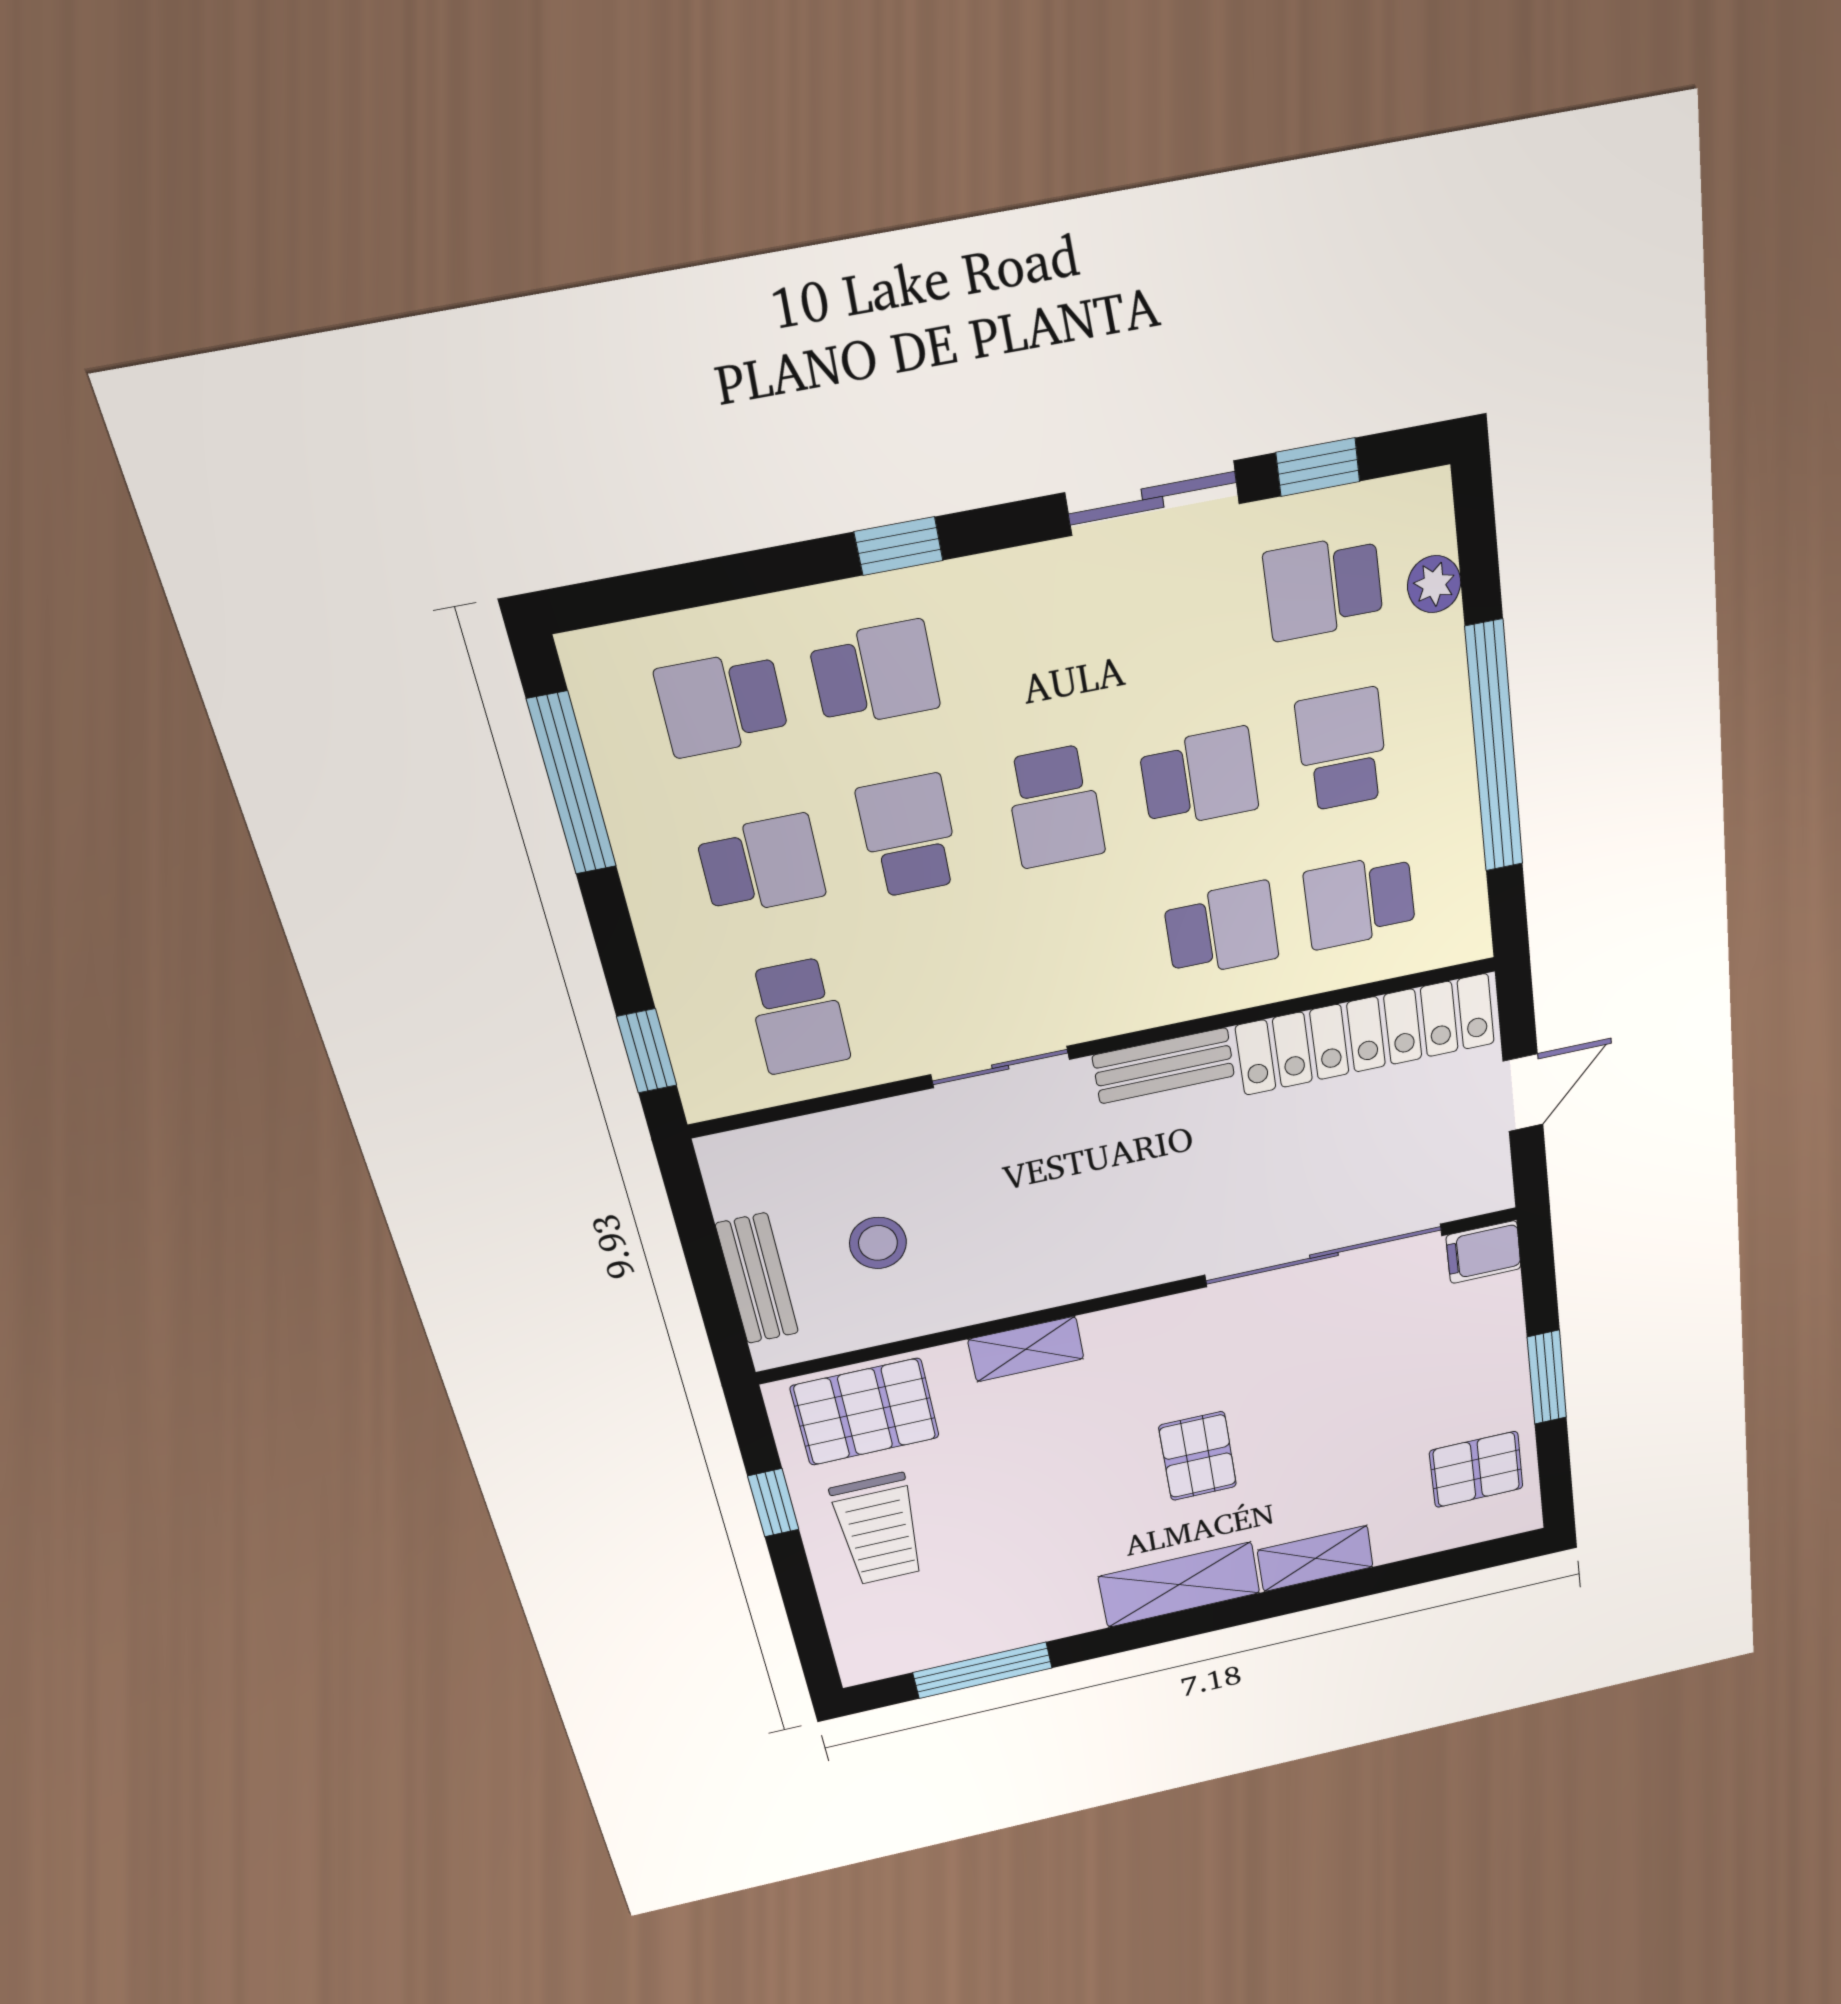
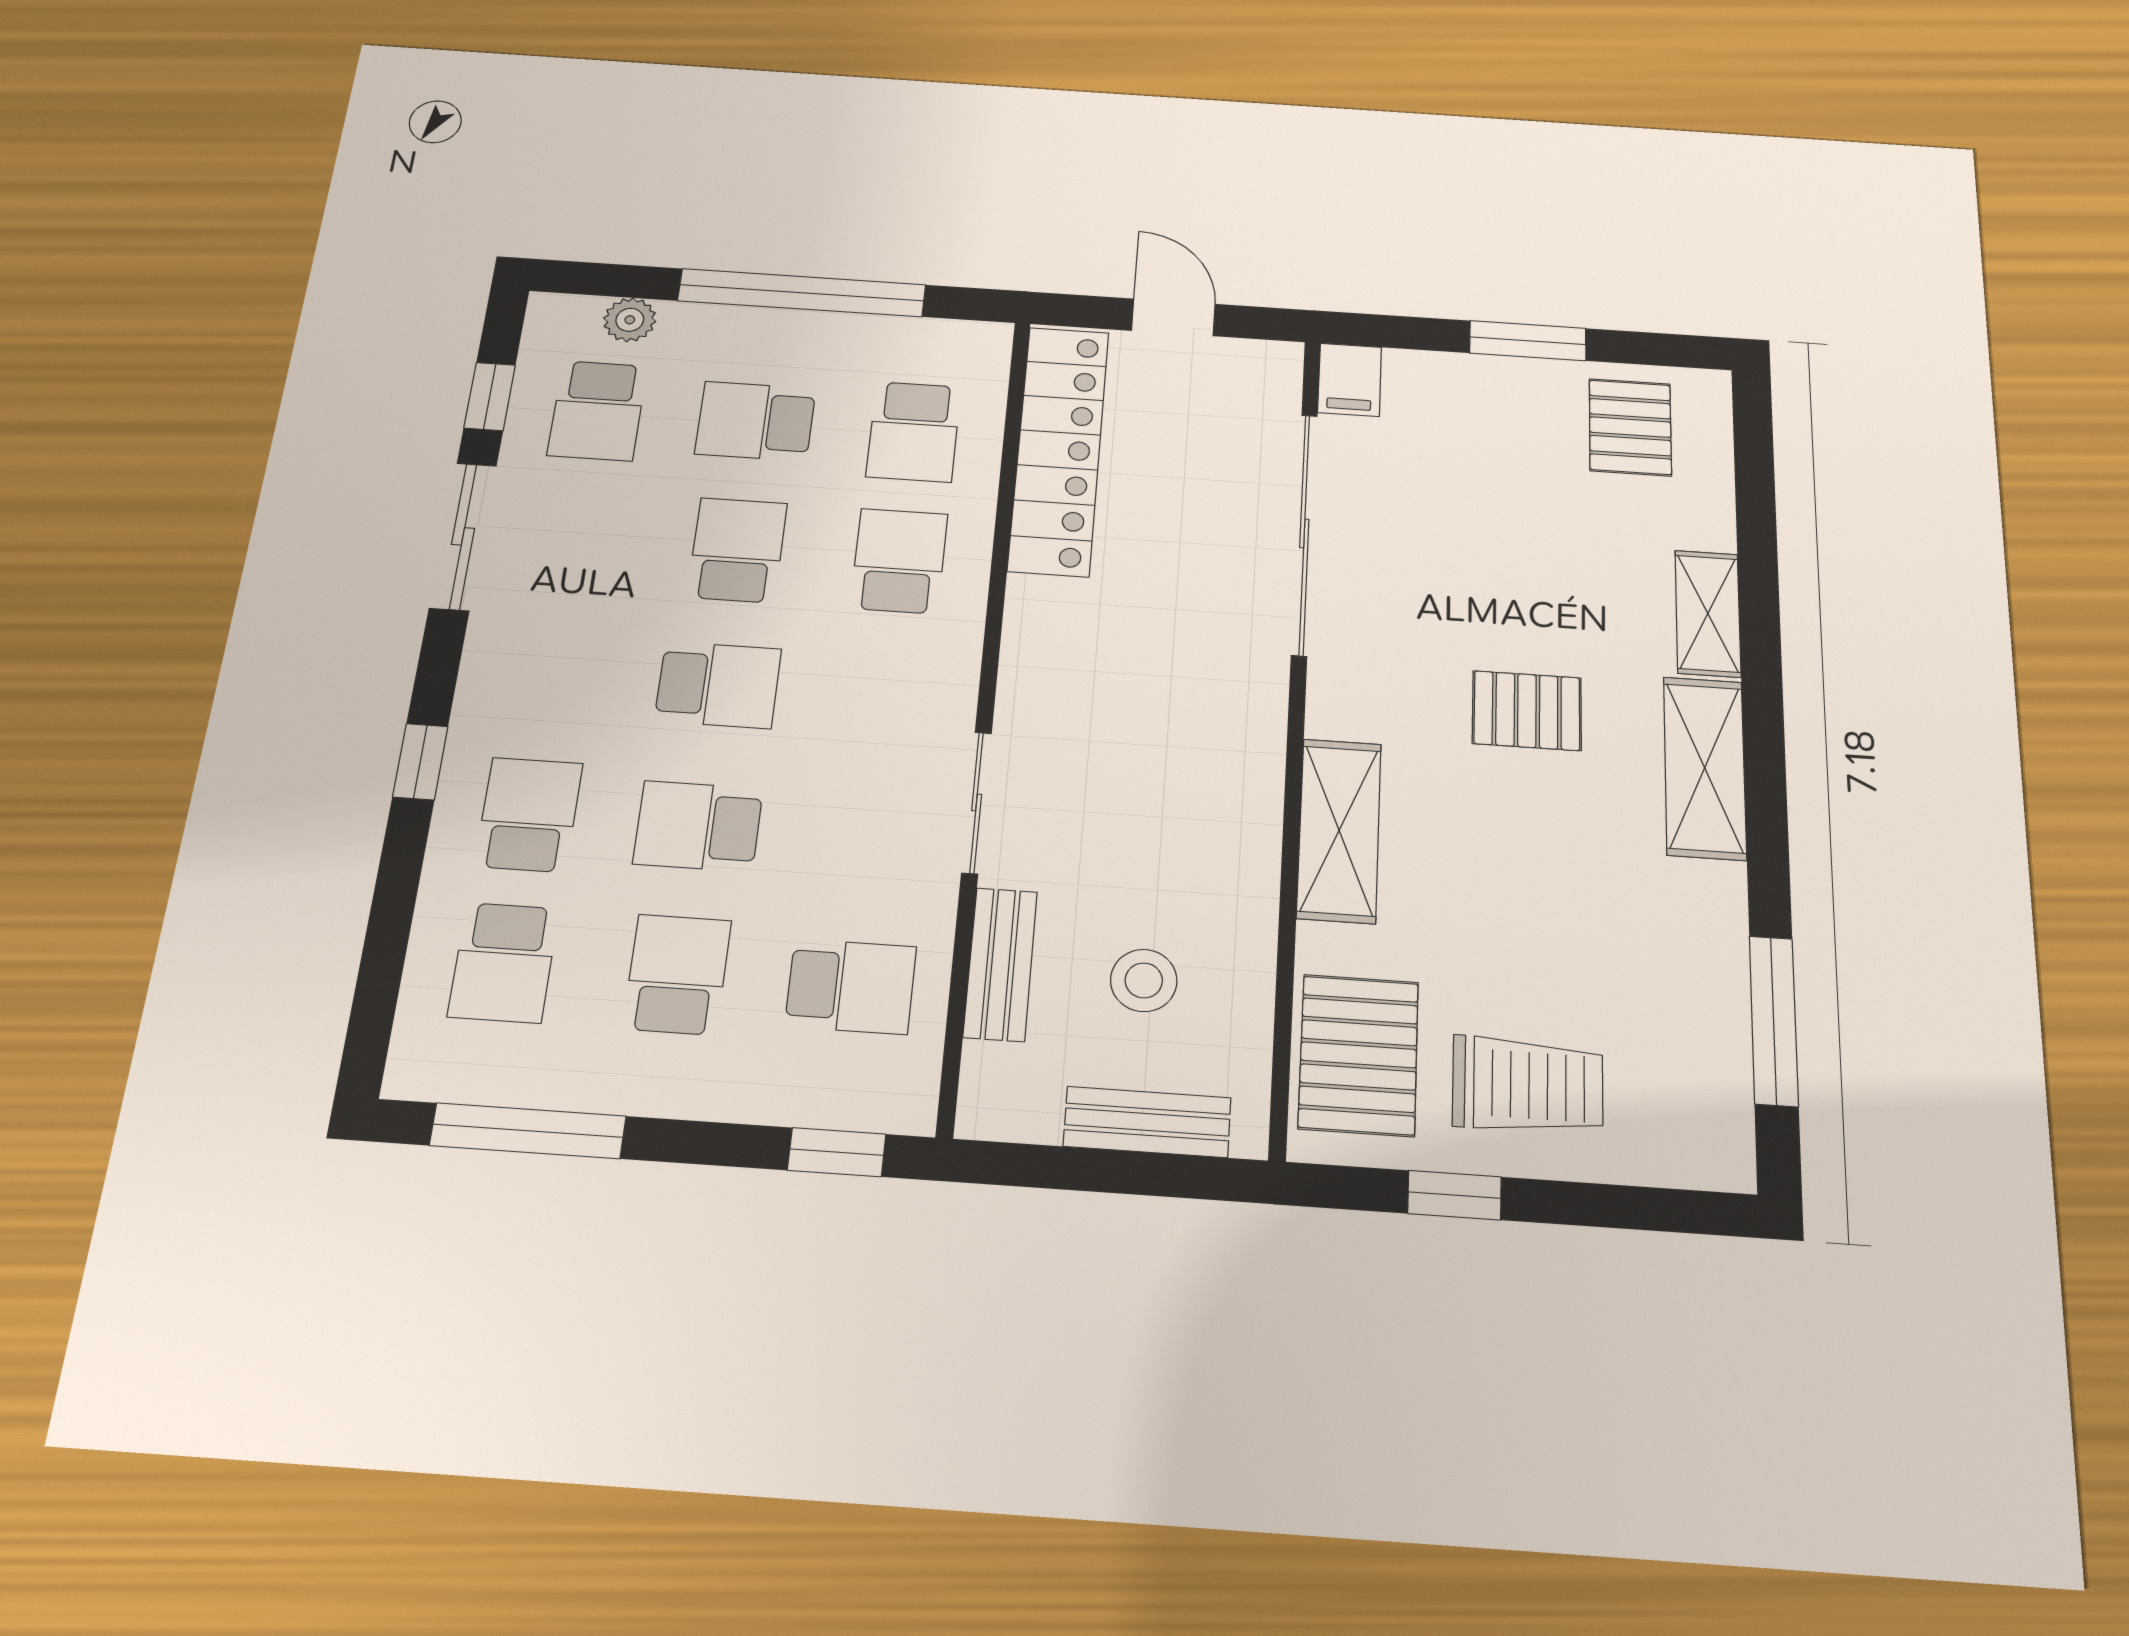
bench: (1164, 1066) -> (1000, 964), moved
shelving: (1026, 1349) -> (1339, 830), width x1.50, depth x1.33

